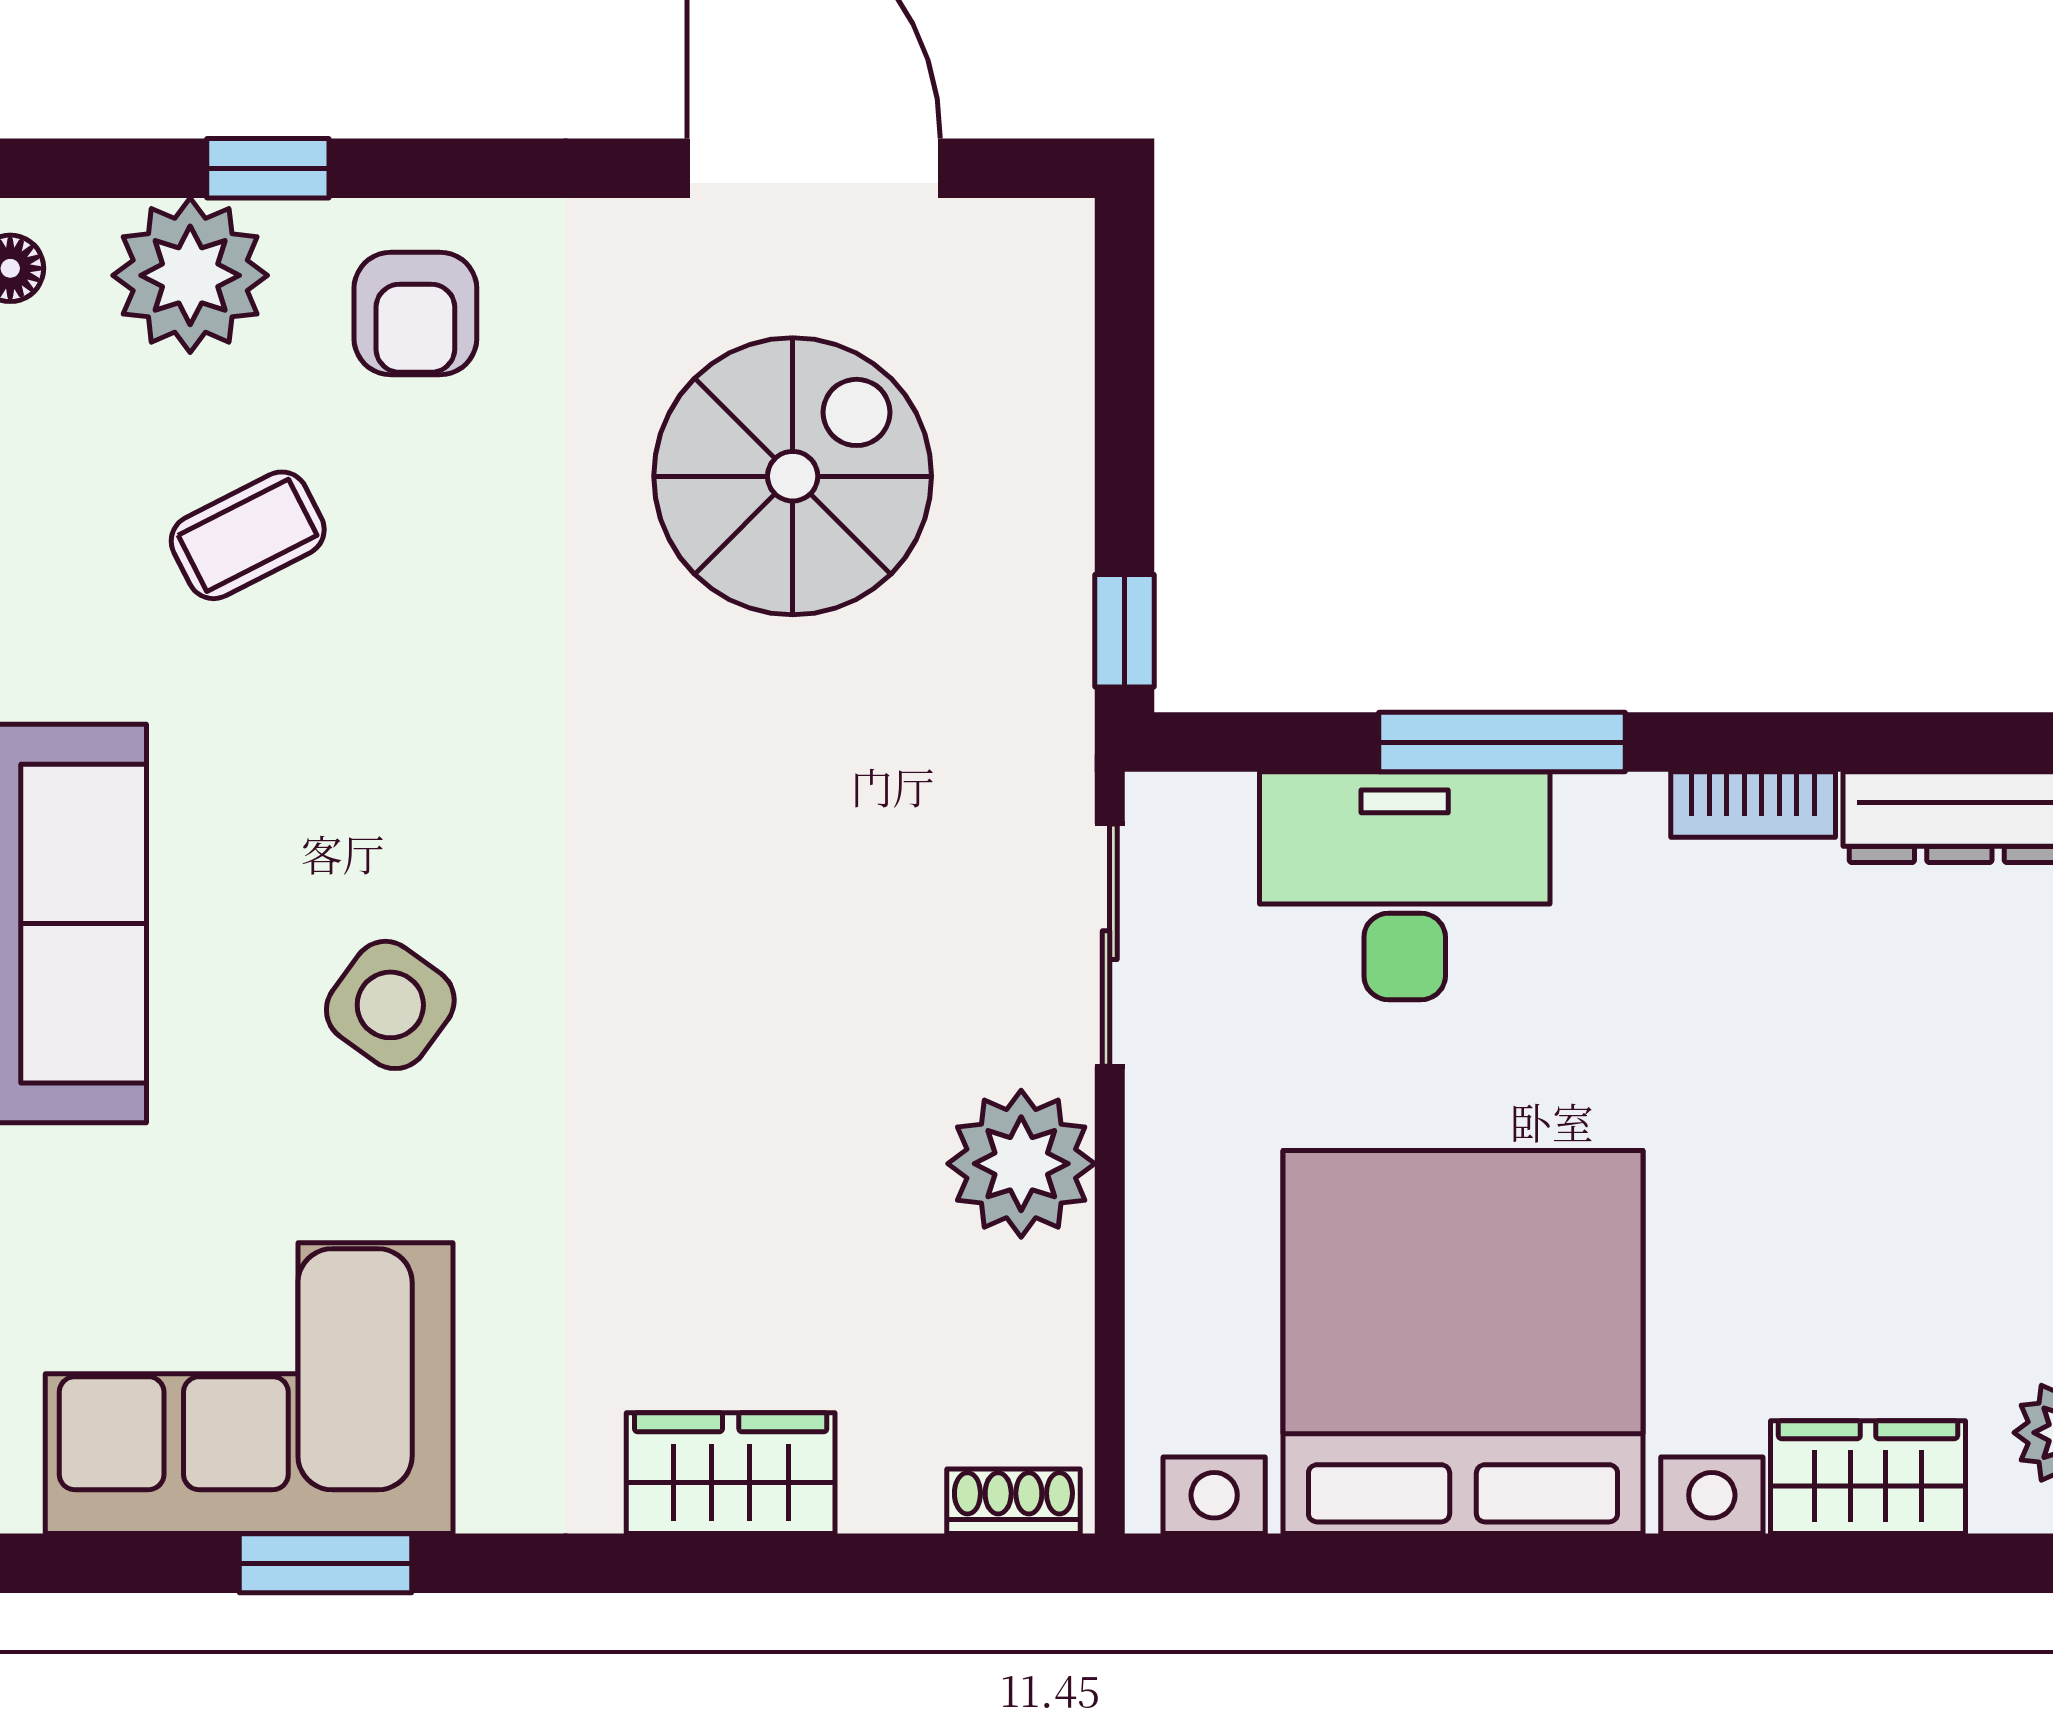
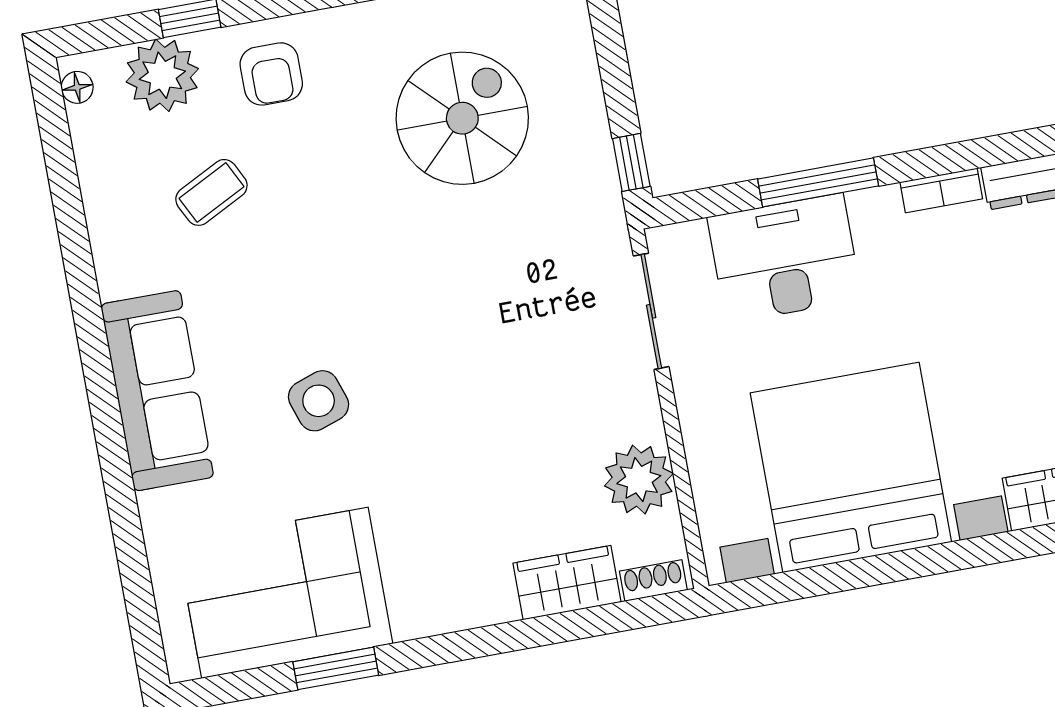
side table: (390, 1005) -> (319, 401), turned 35
plant: (1021, 1164) -> (639, 480), moved
wardrobe: (731, 1473) -> (567, 583), moved

